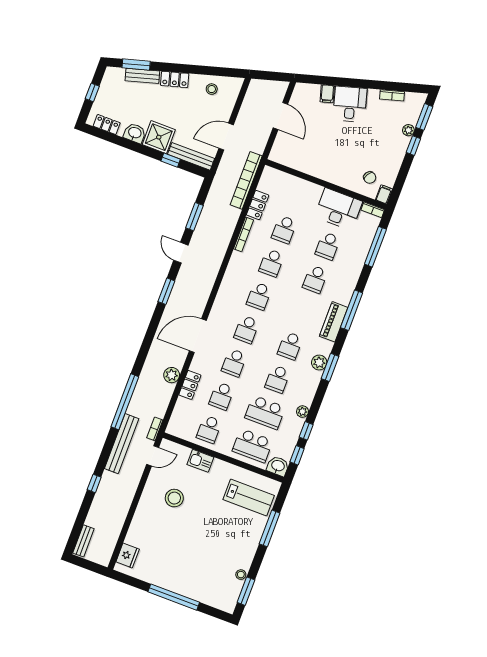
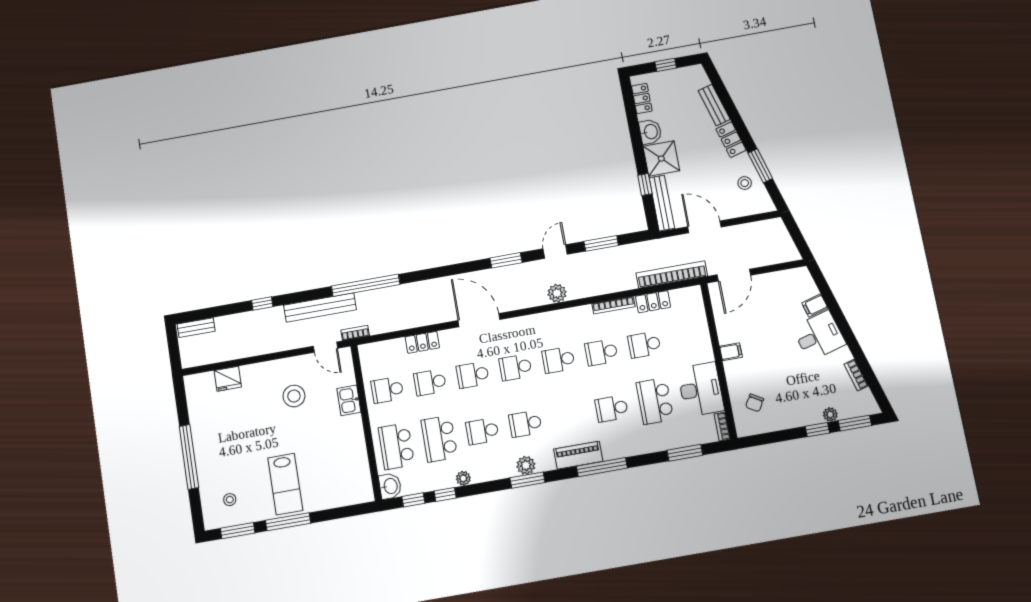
window: (136, 65) -> (760, 166), moved
door: (280, 116) -> (734, 275), moved
filing cabinet: (384, 194) -> (731, 352), moved
school desk: (328, 246) -> (655, 401), width x1.85
window: (375, 247) -> (685, 453), width x0.69
plant: (172, 375) -> (557, 293), moved
lab bench: (249, 497) -> (285, 484), moved
window: (270, 528) -> (288, 522), moved
fridge: (128, 556) -> (228, 379), moved
stool: (241, 575) -> (230, 500), moved

